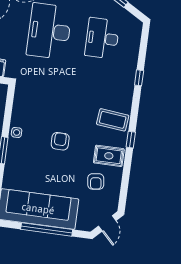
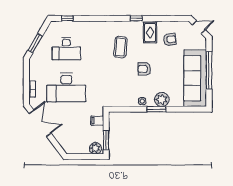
window: (139, 78) -> (67, 18), moved
coffee table: (113, 120) -> (120, 47), moved
plant: (15, 159) -> (162, 99), added

